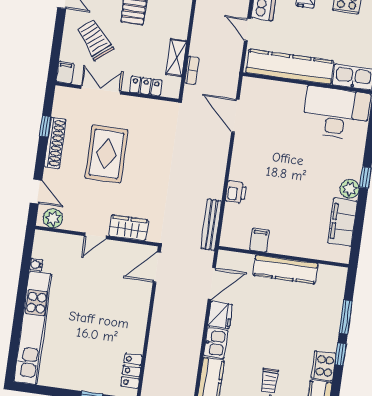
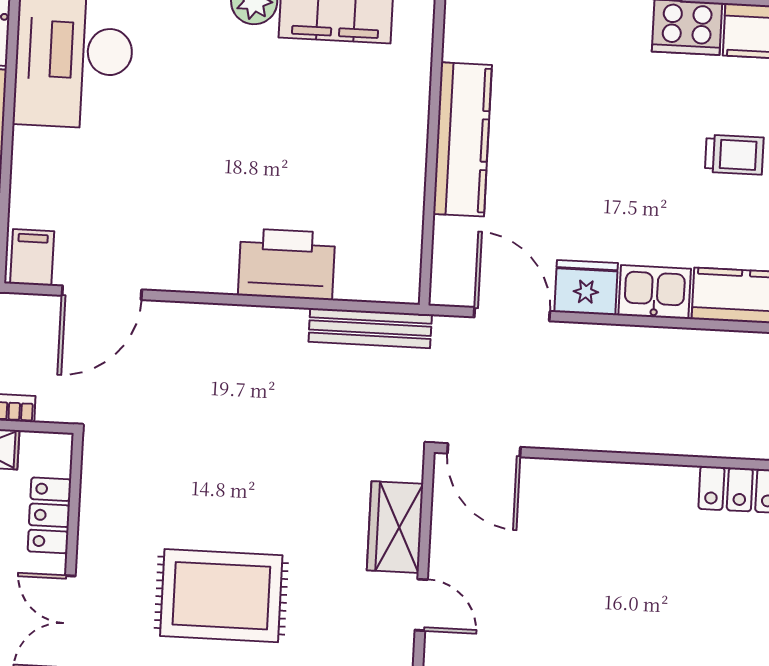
printer: (236, 192) -> (287, 264), width x1.87, depth x1.48
filing cabinet: (260, 240) -> (32, 257), moved, turned 90

